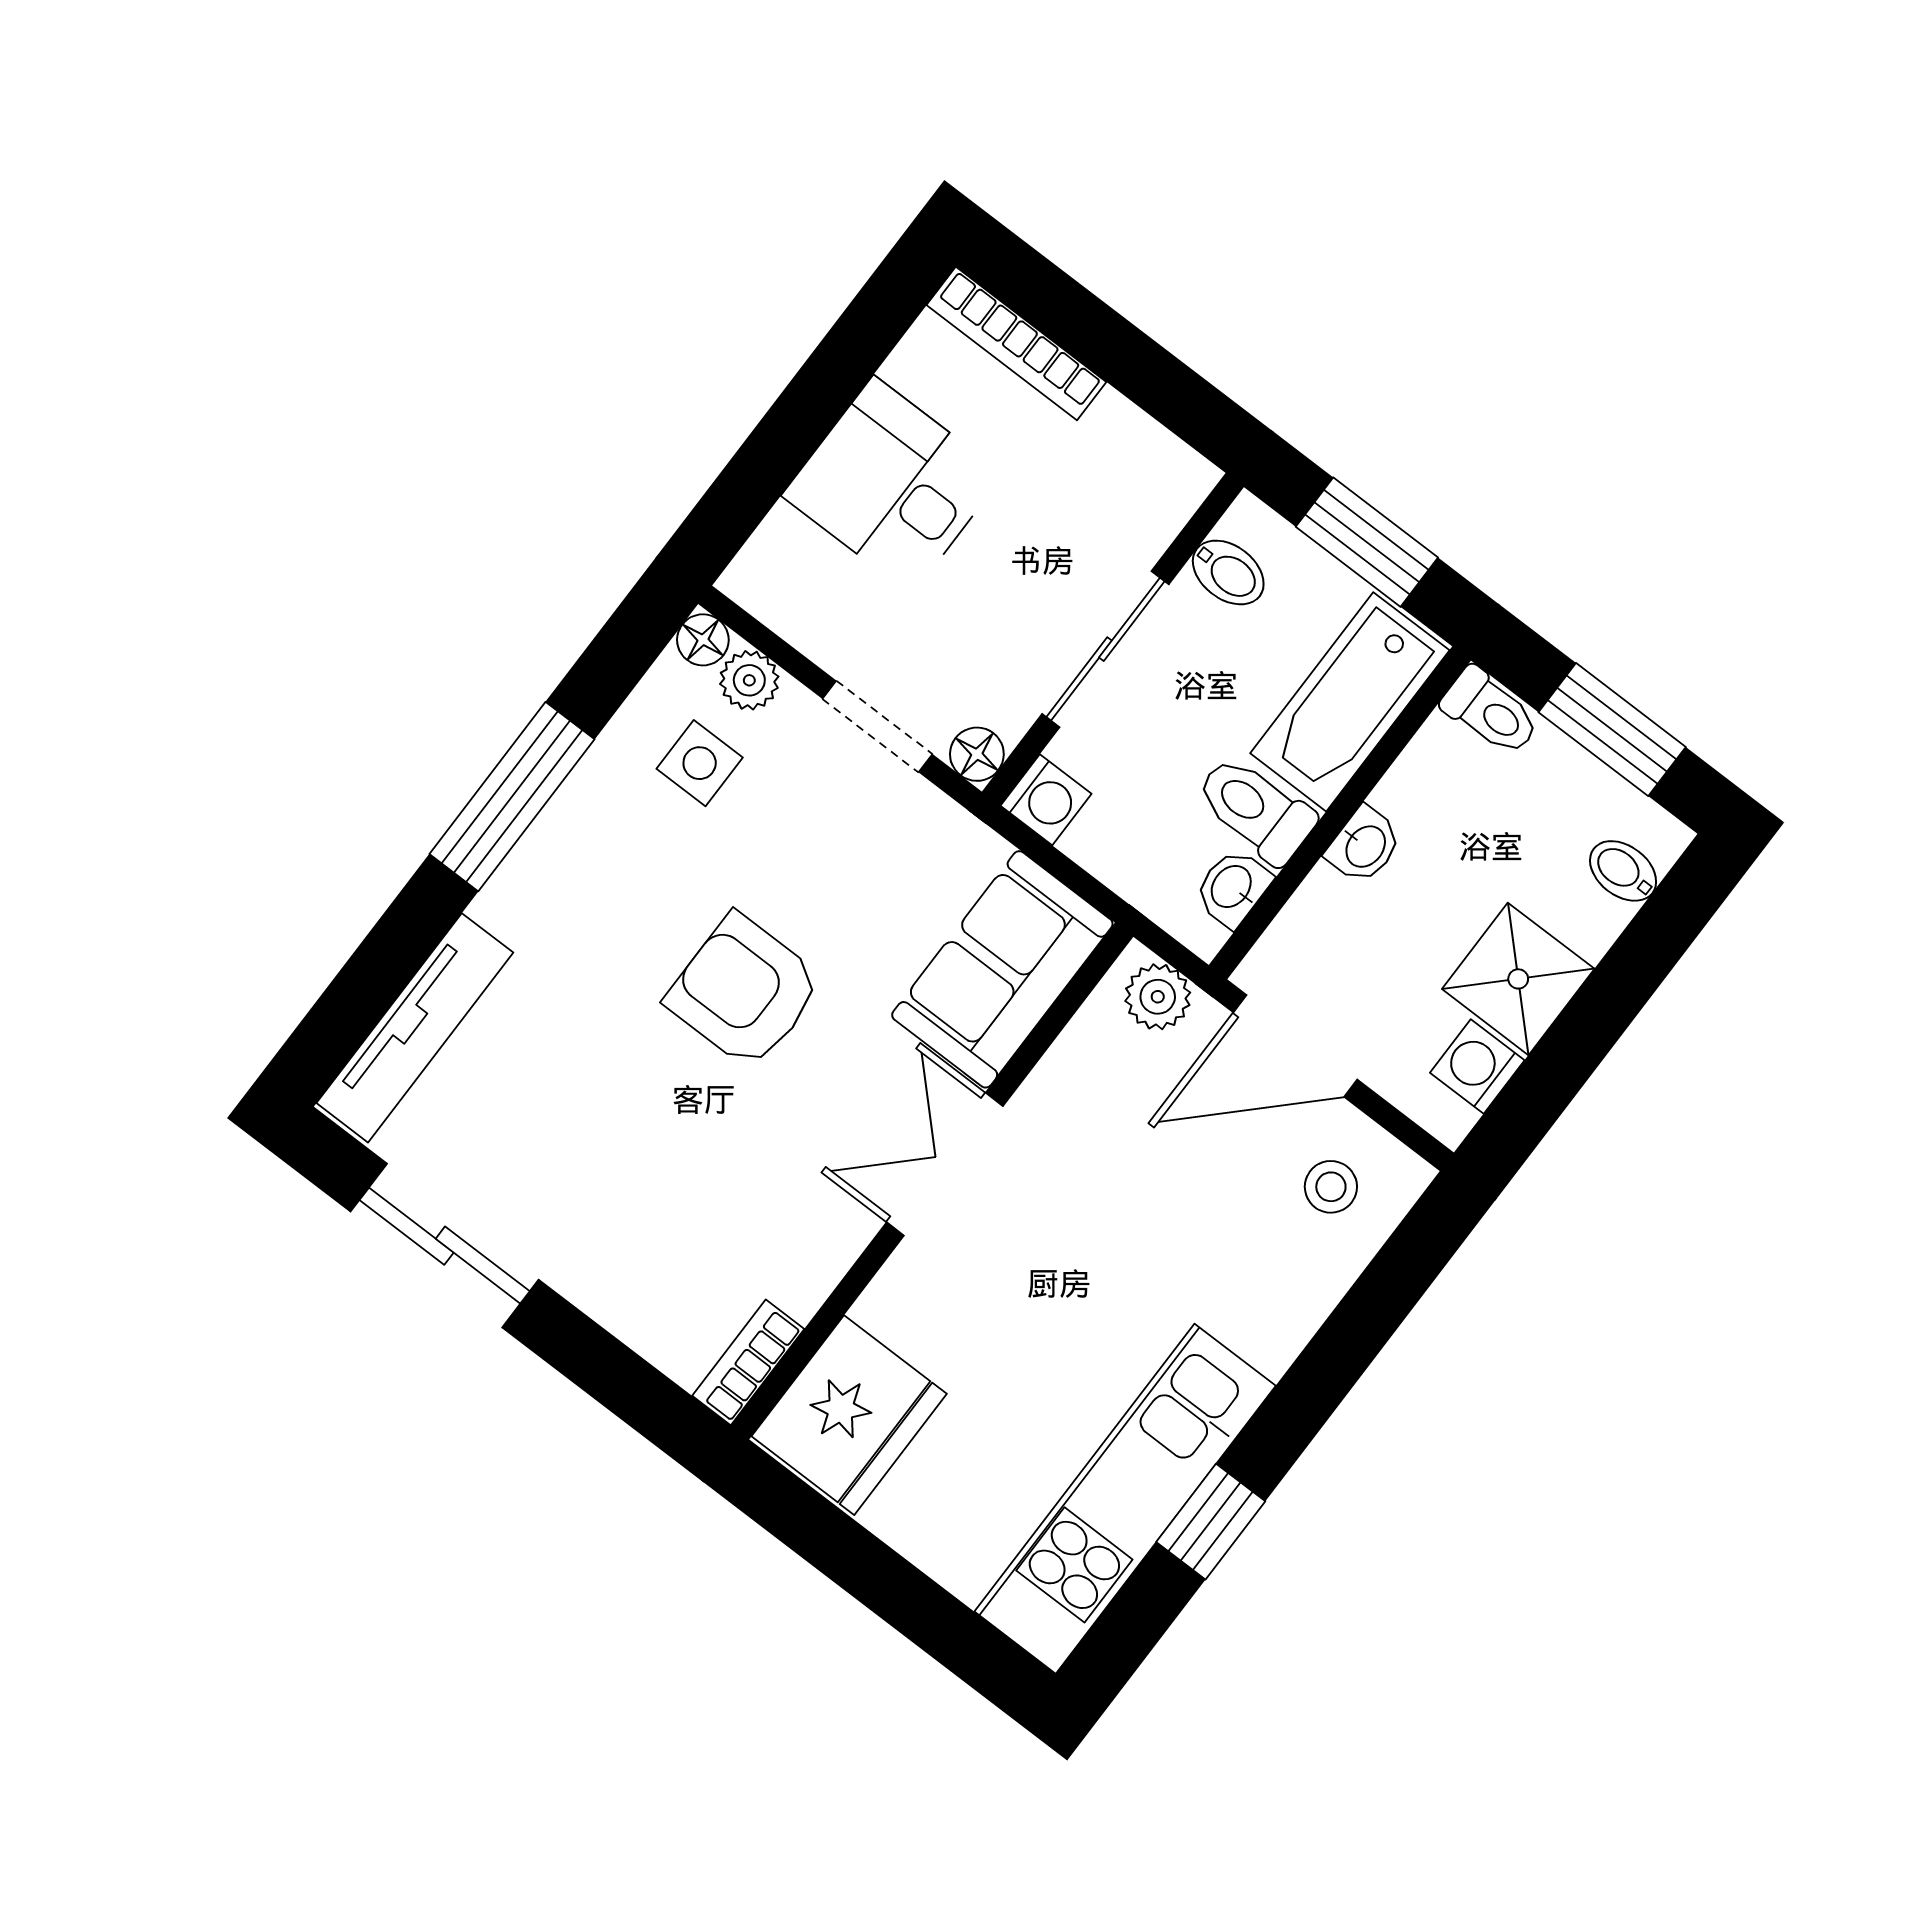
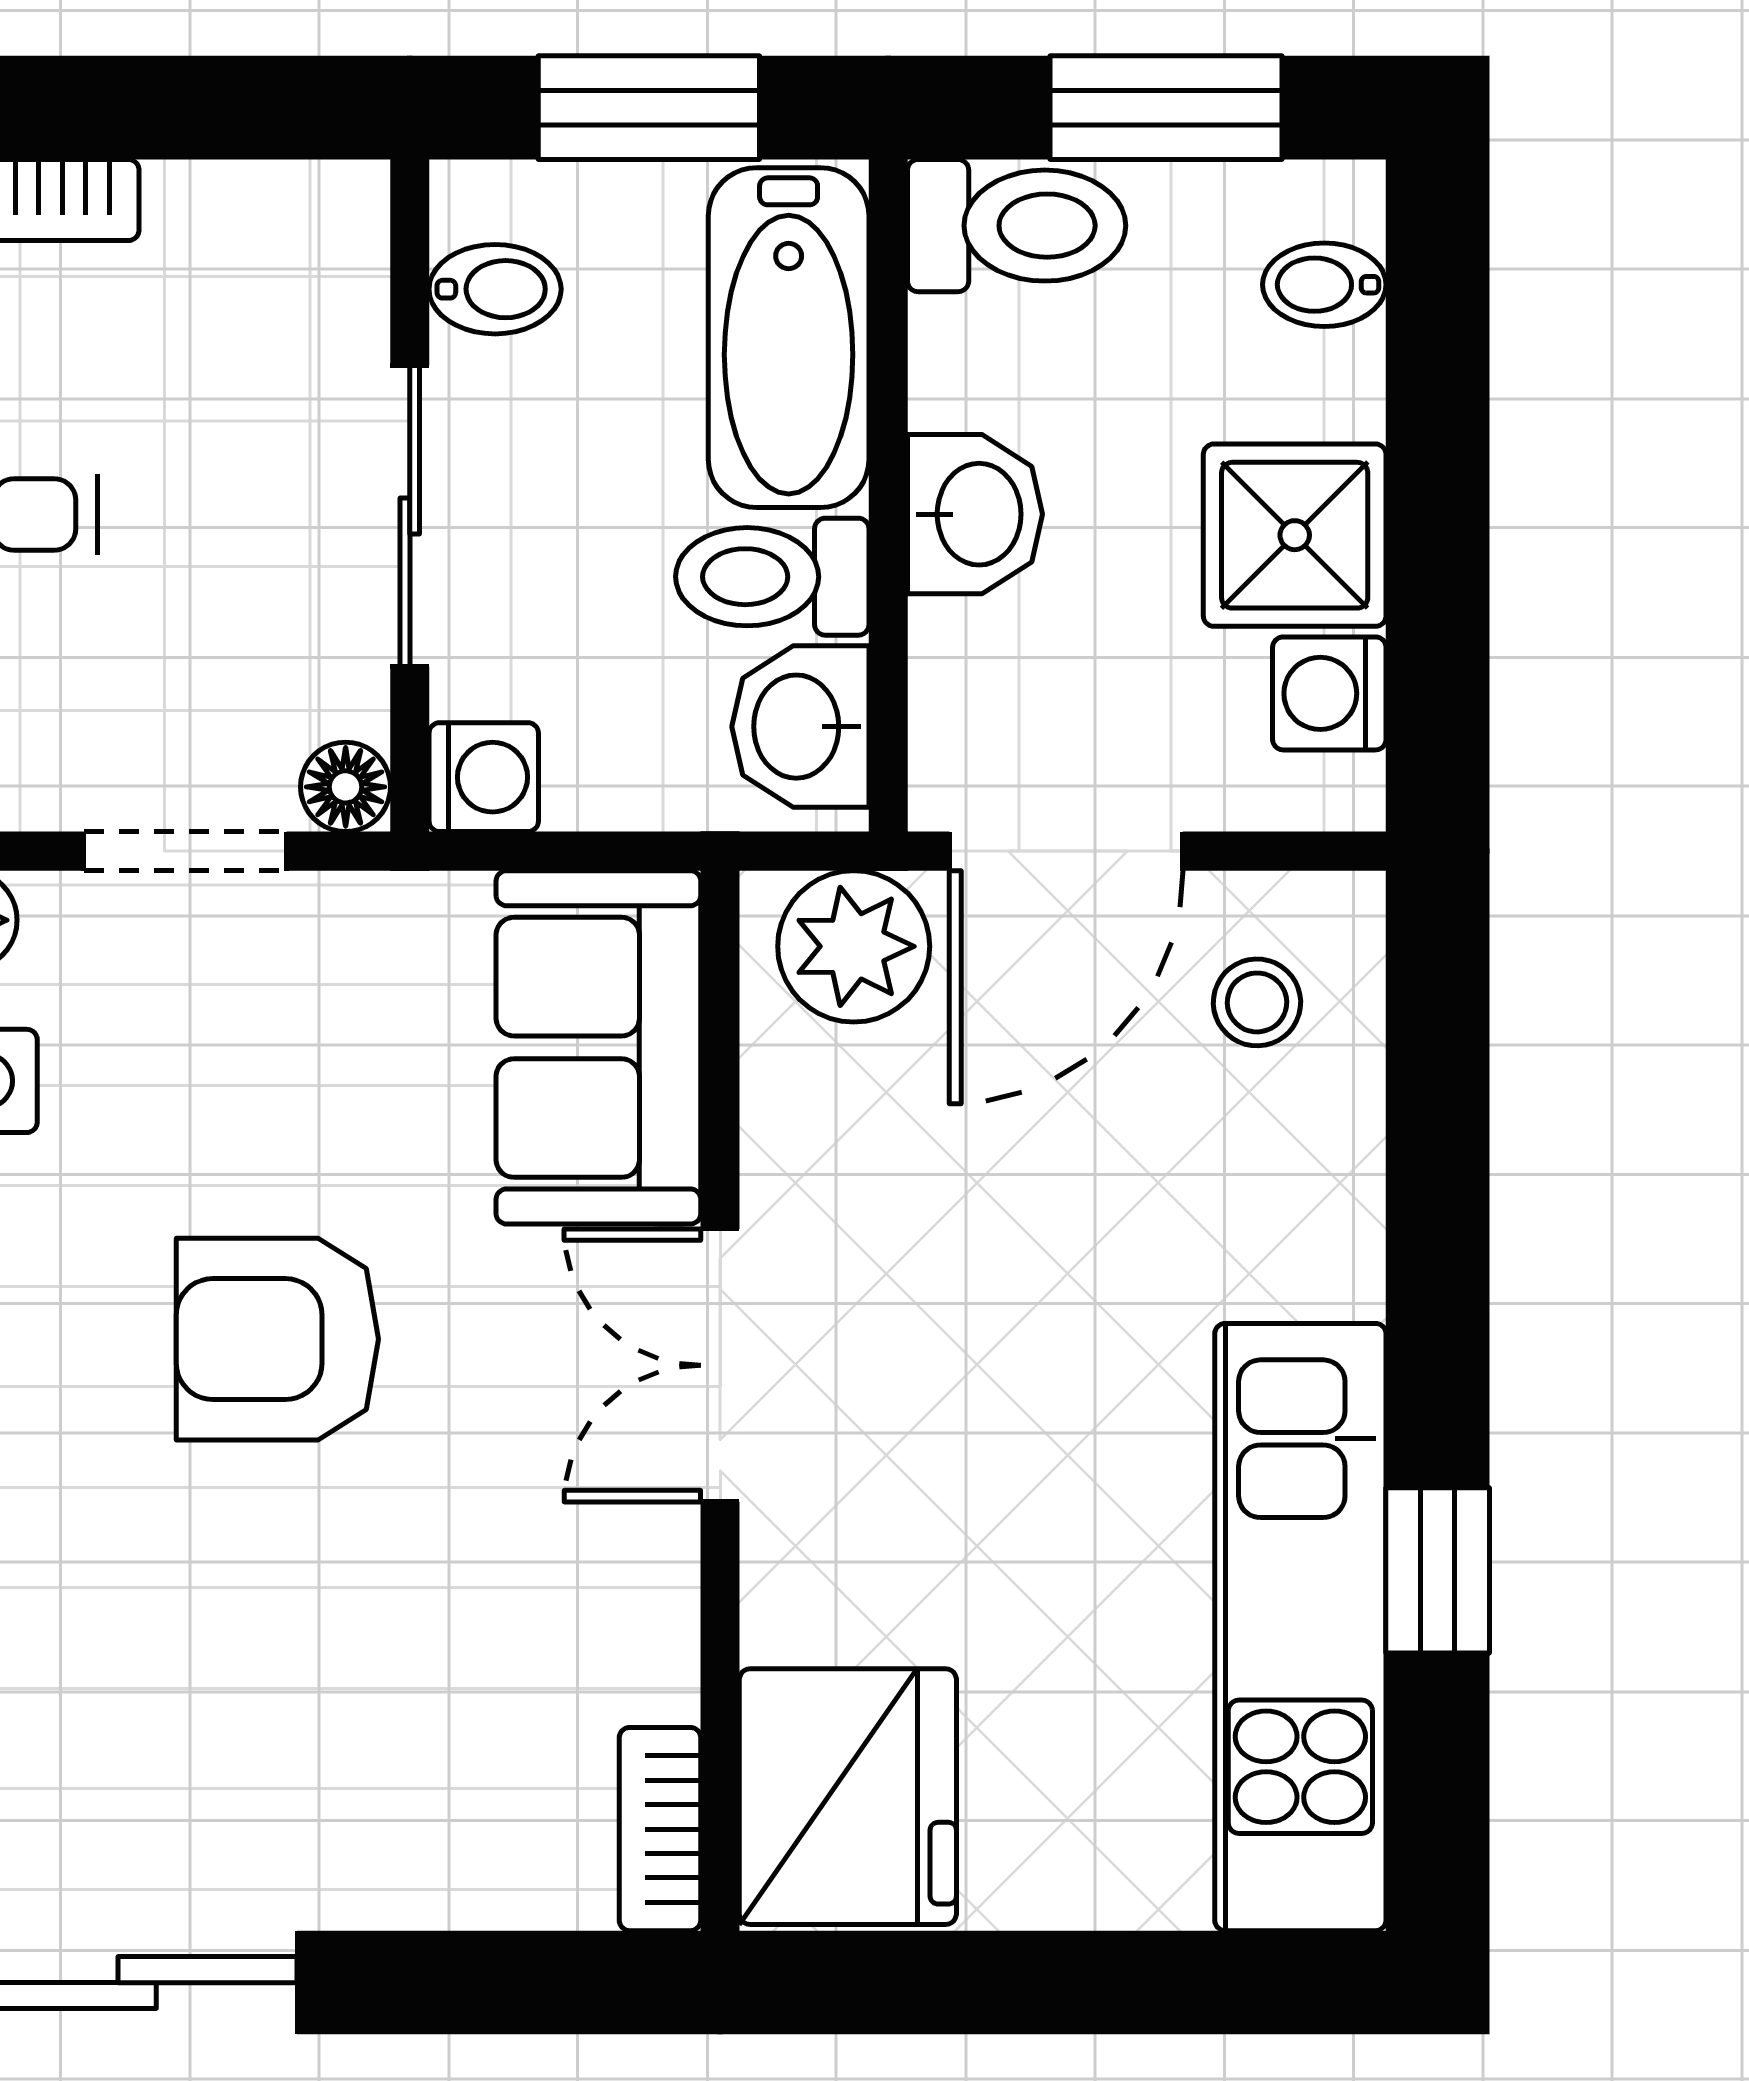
toilet: (1491, 712) -> (1017, 226), width x1.37, depth x1.39
washbasin: (1364, 846) -> (975, 514), width x1.38, depth x1.45
washbasin: (1233, 888) -> (800, 727), width x1.38, depth x1.45
plant: (1158, 997) -> (854, 946), width x1.38, depth x1.38

